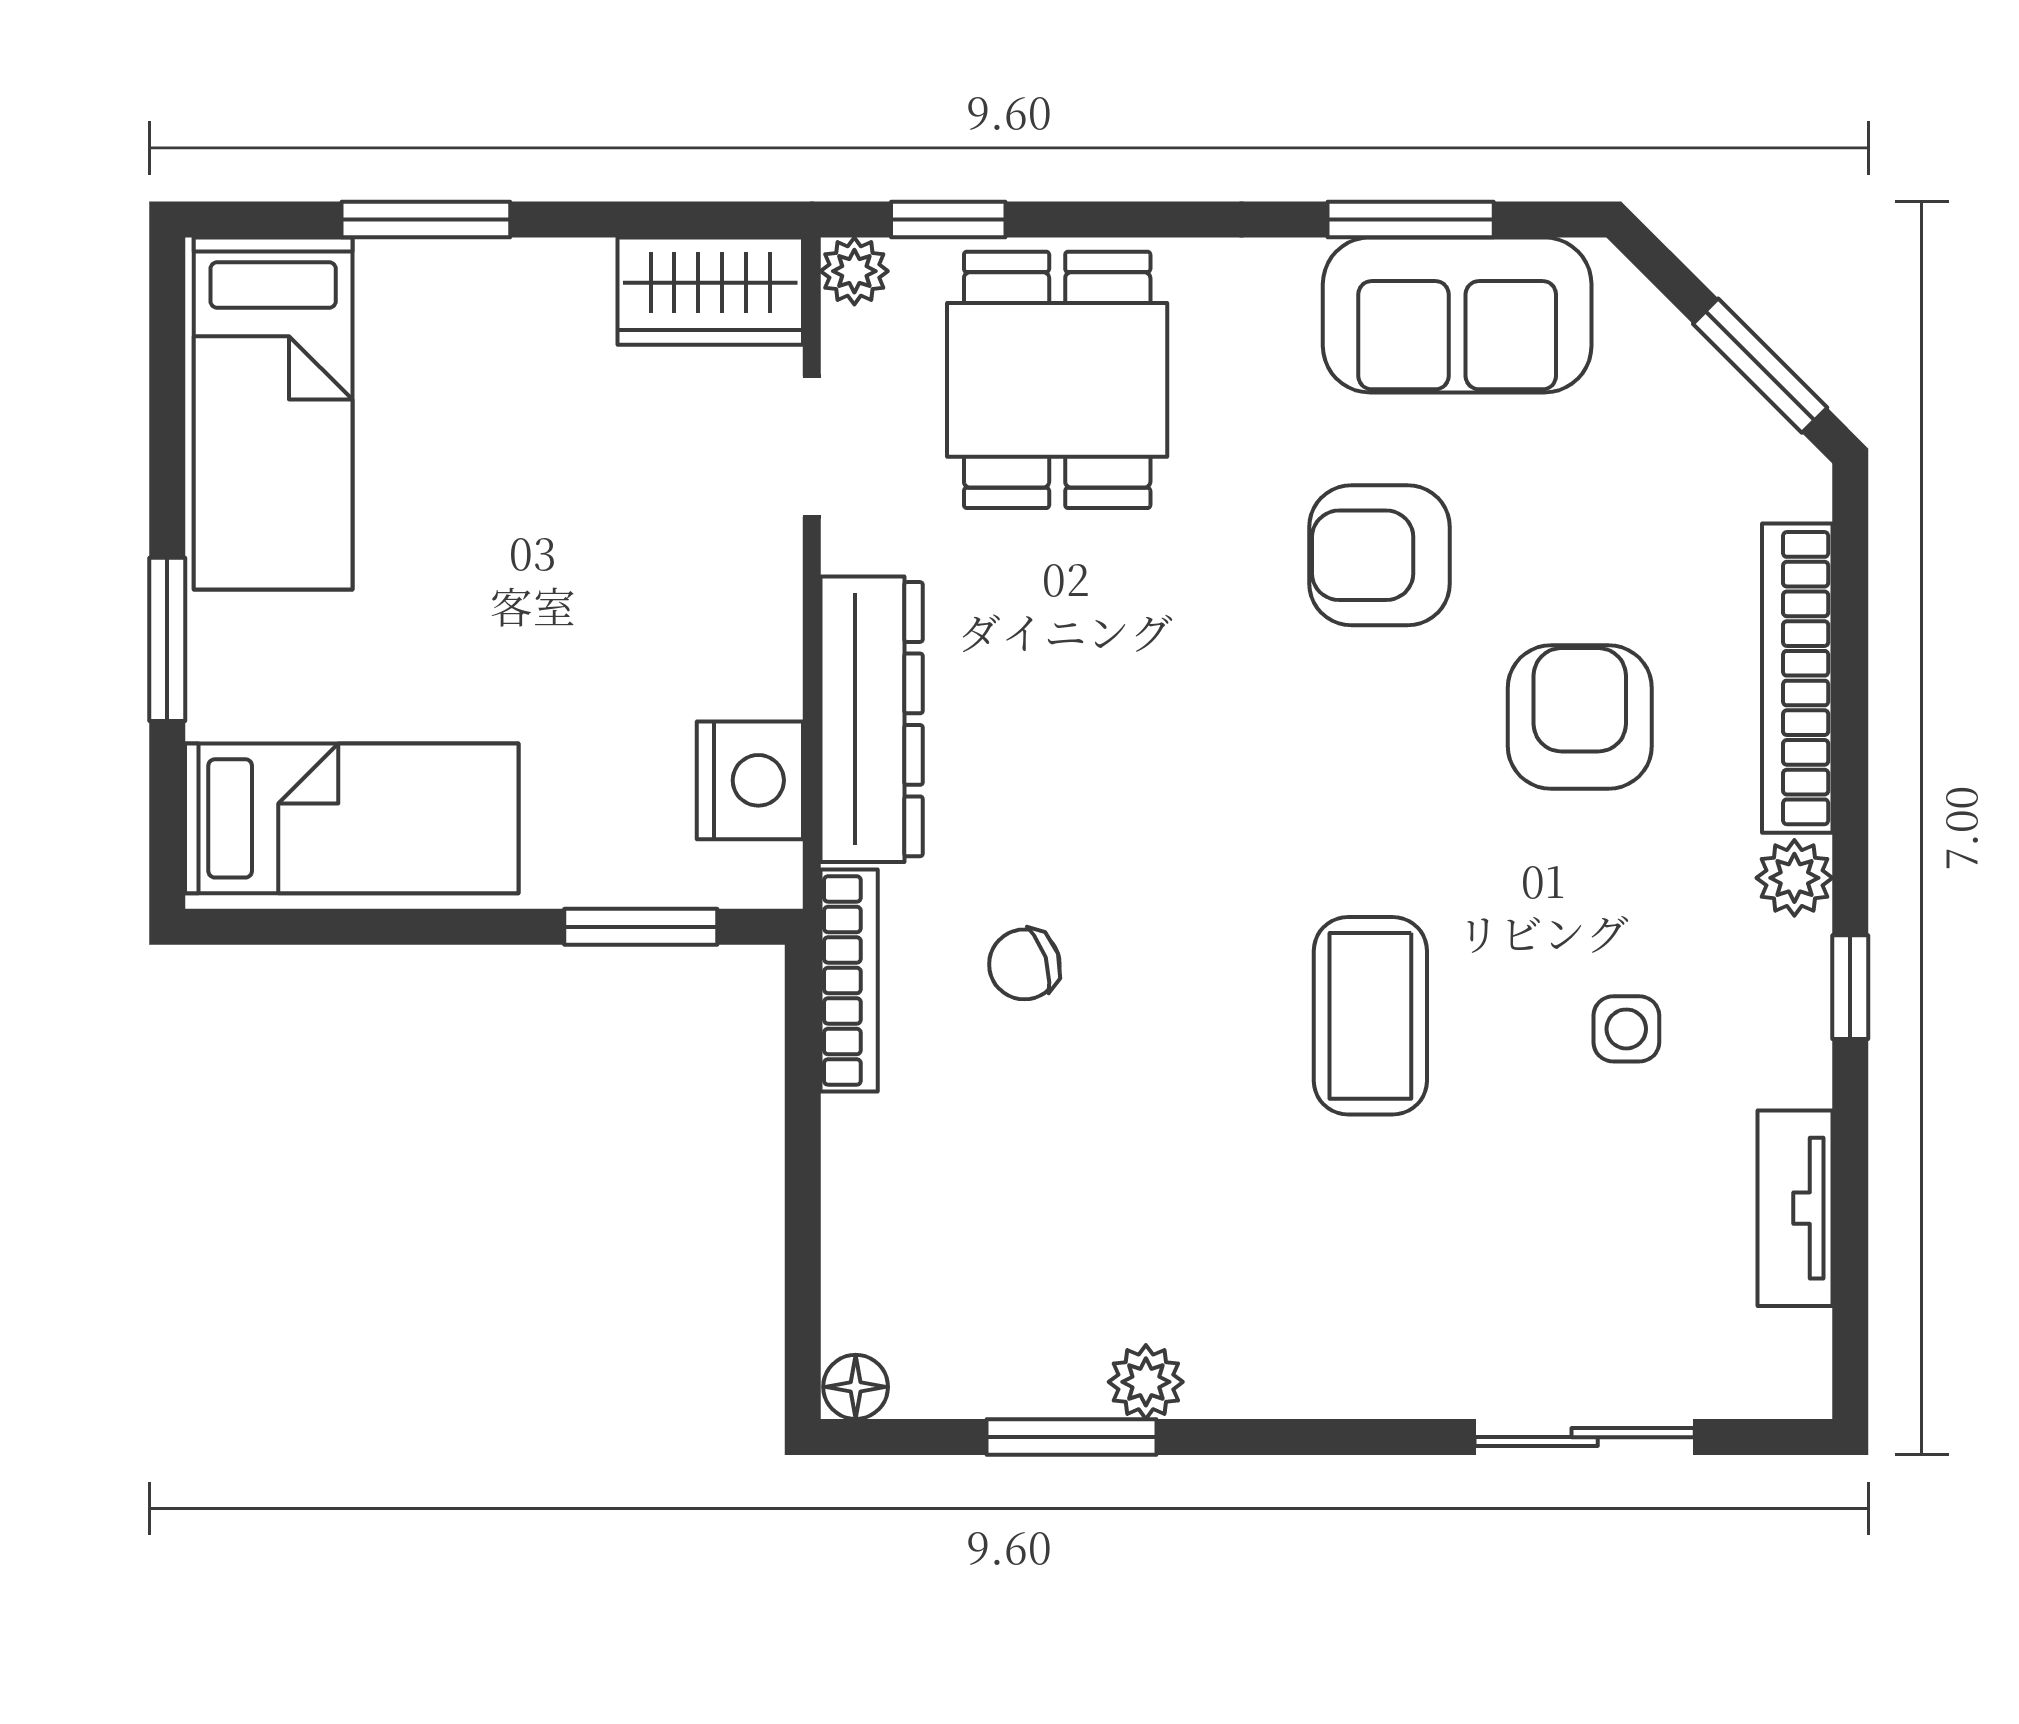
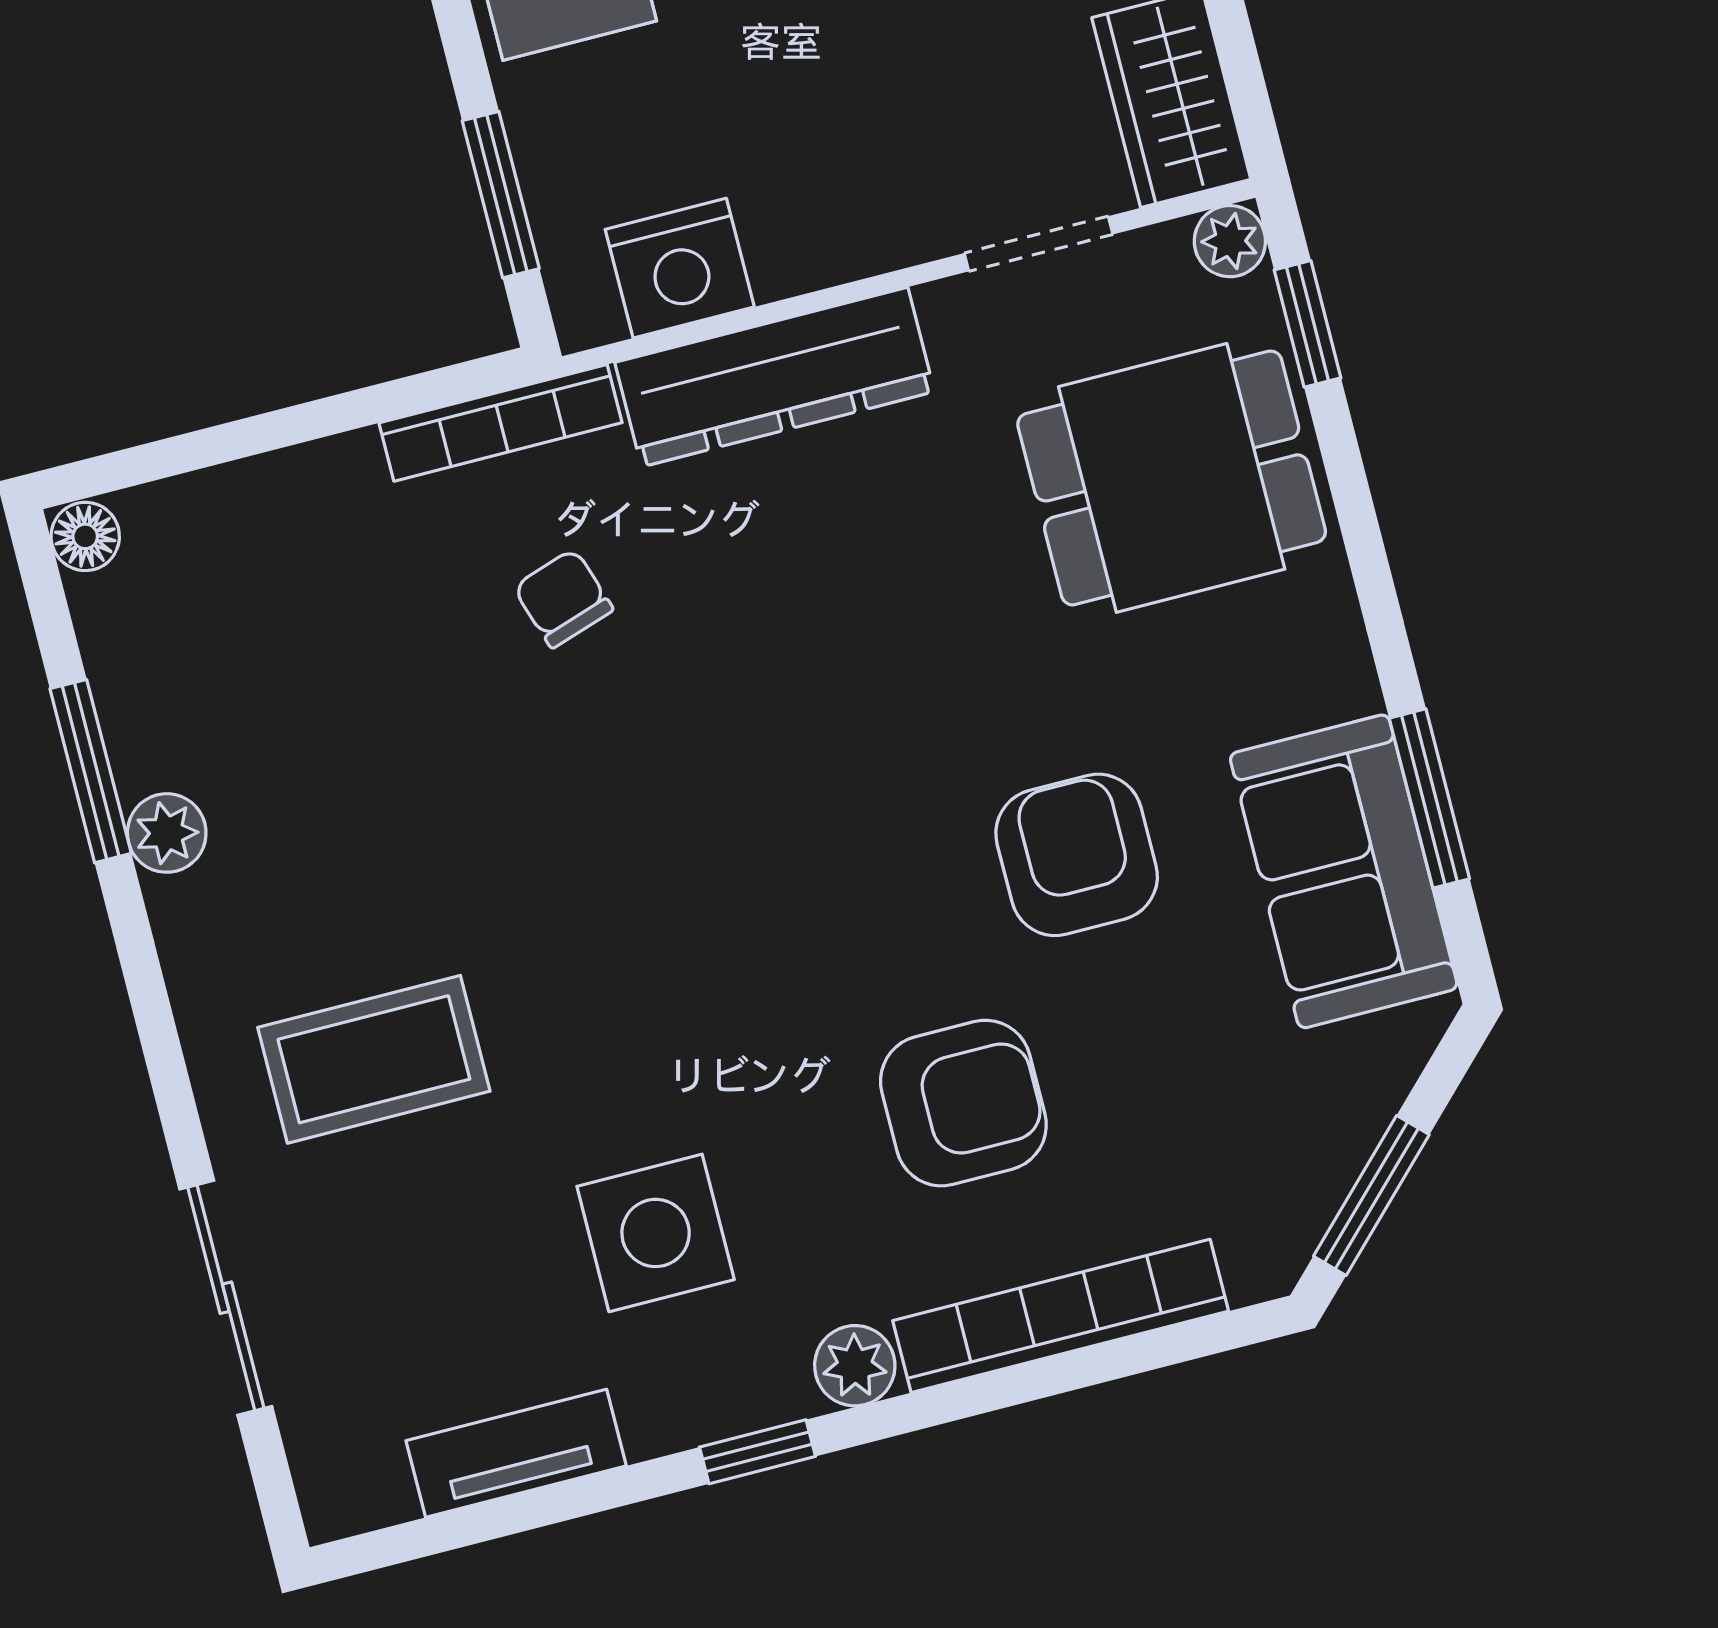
coffee table: (1370, 1016) -> (374, 1059), moved
side table: (1626, 1029) -> (656, 1233), width x1.87, depth x1.87

